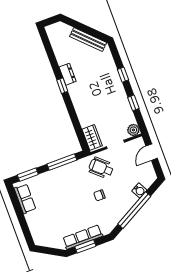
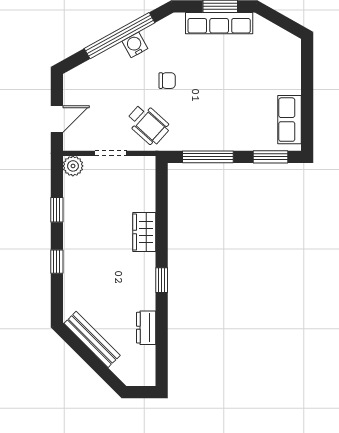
dresser: (68, 74) -> (146, 328), moved
wardrobe: (92, 137) -> (144, 232), moved
water cooler: (139, 190) -> (135, 45), moved

